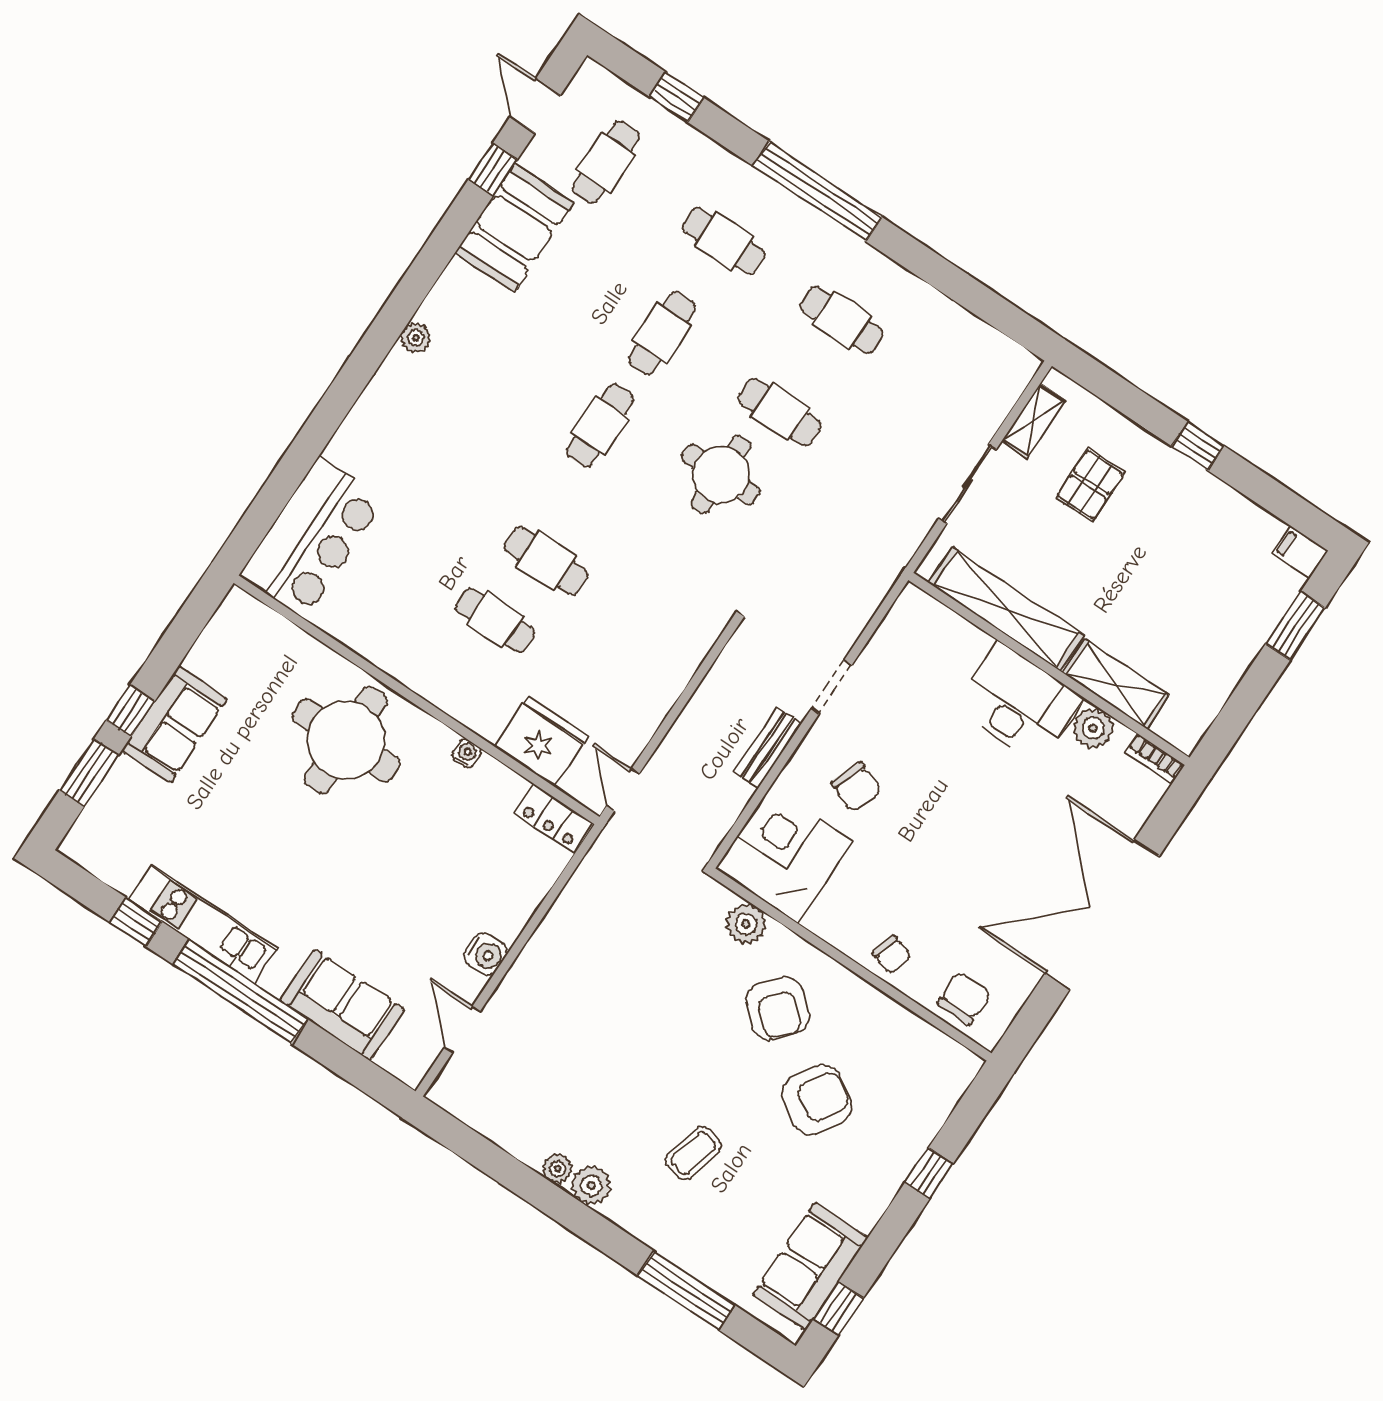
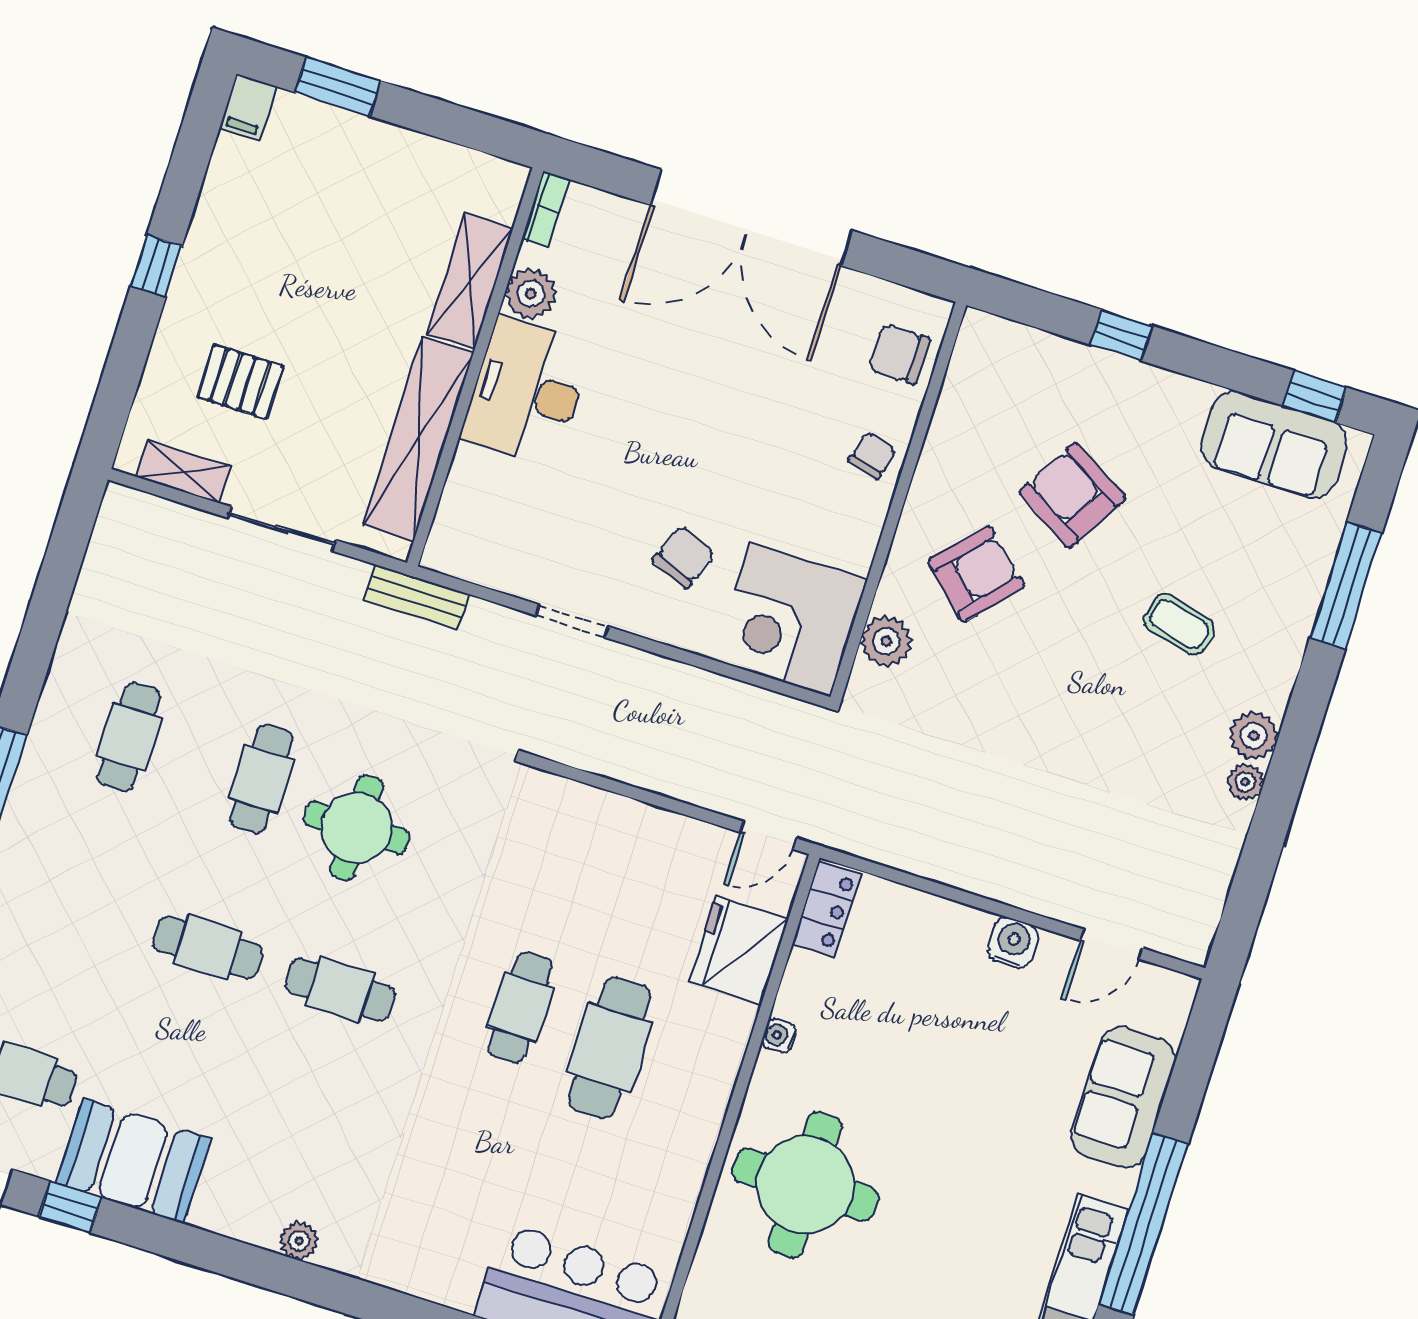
cafe table: (724, 241) -> (76, 906), removed
cafe table: (495, 620) -> (610, 1048), width x1.37, depth x1.35
bench: (768, 748) -> (416, 597), moved

